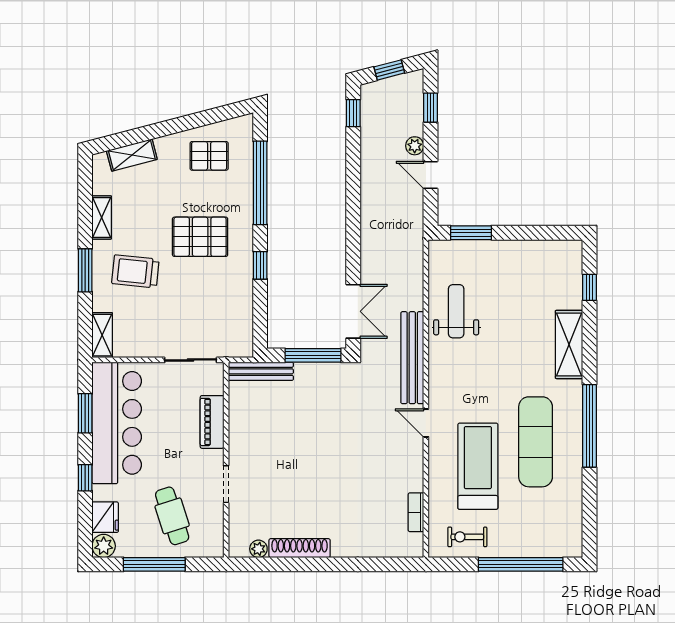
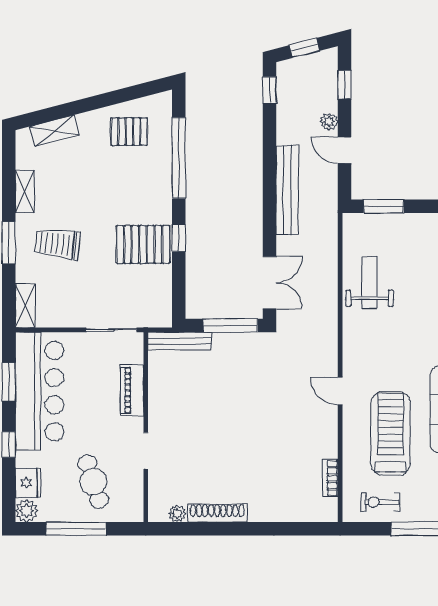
pallet: (200, 237) -> (143, 244), moved
bench: (412, 358) -> (287, 190), moved

